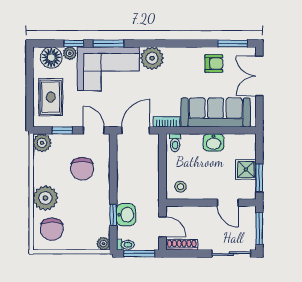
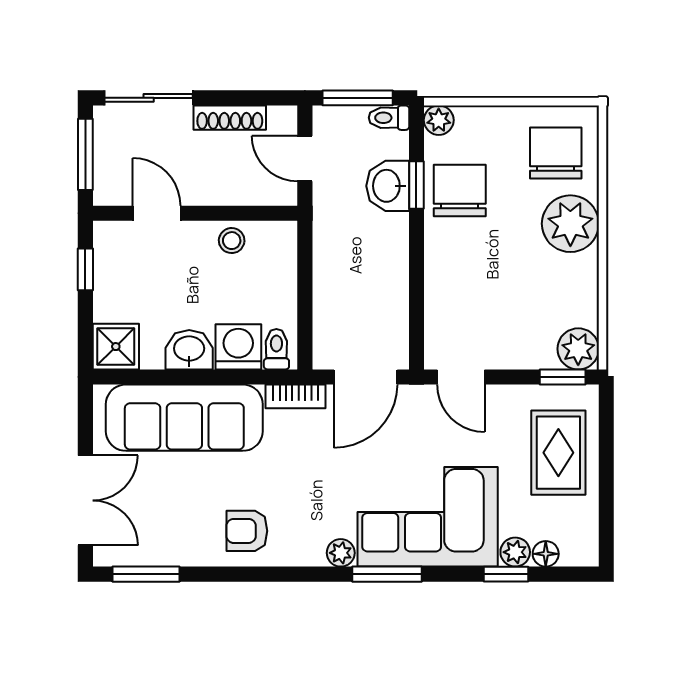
window: (108, 43) -> (387, 574), moved
floor lamp: (51, 58) -> (546, 554), width x0.53, depth x0.53
plant: (152, 58) -> (341, 553), width x0.53, depth x0.53
armchair: (214, 64) -> (247, 531), moved
window: (62, 130) -> (563, 377), moved
washing machine: (192, 144) -> (238, 347), added
chair: (82, 169) -> (460, 191), moved
shower: (246, 169) -> (116, 347), moved
window: (259, 178) -> (85, 269), width x0.67
stool: (180, 187) -> (232, 241), moved
shoe rack: (182, 245) -> (230, 118), moved

